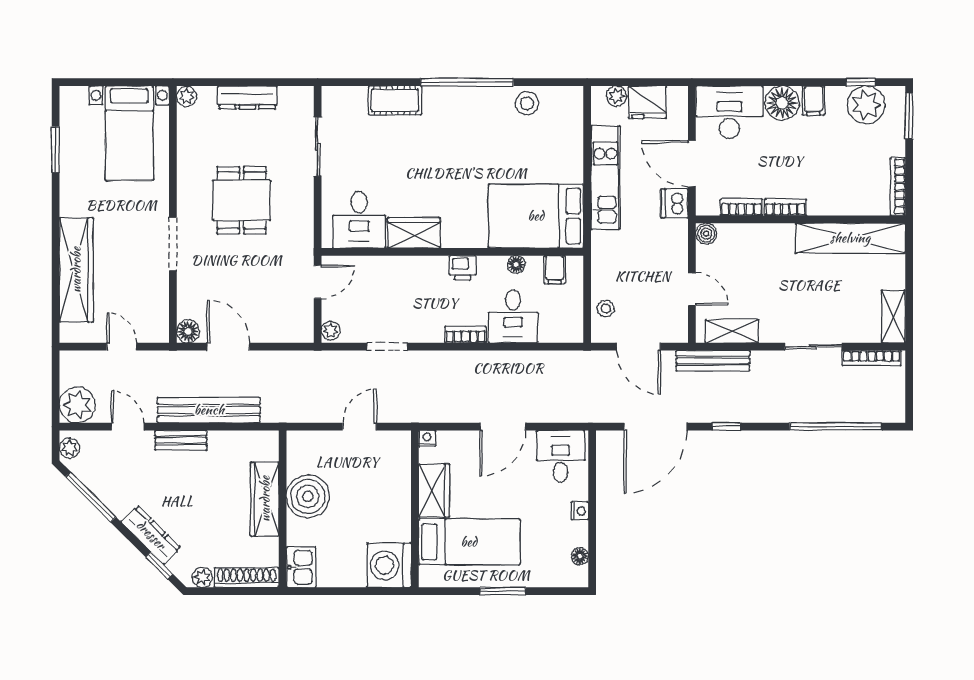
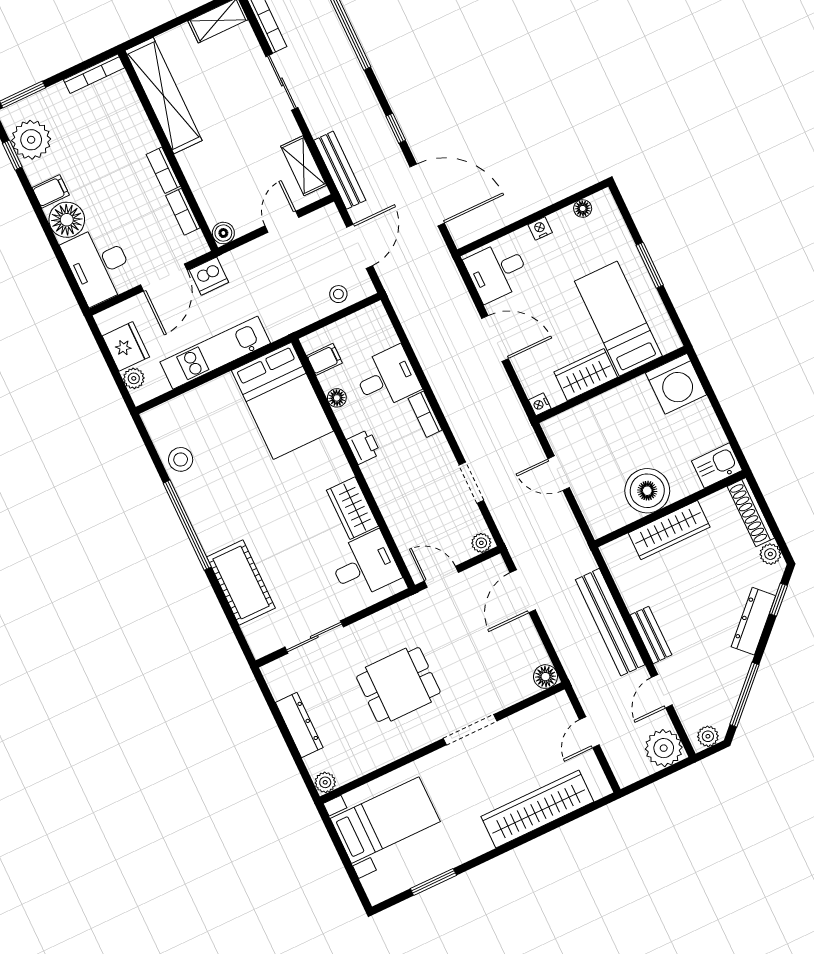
cot: (395, 100) -> (241, 583), width x1.37, depth x1.34
door: (228, 347) -> (523, 591), moved

